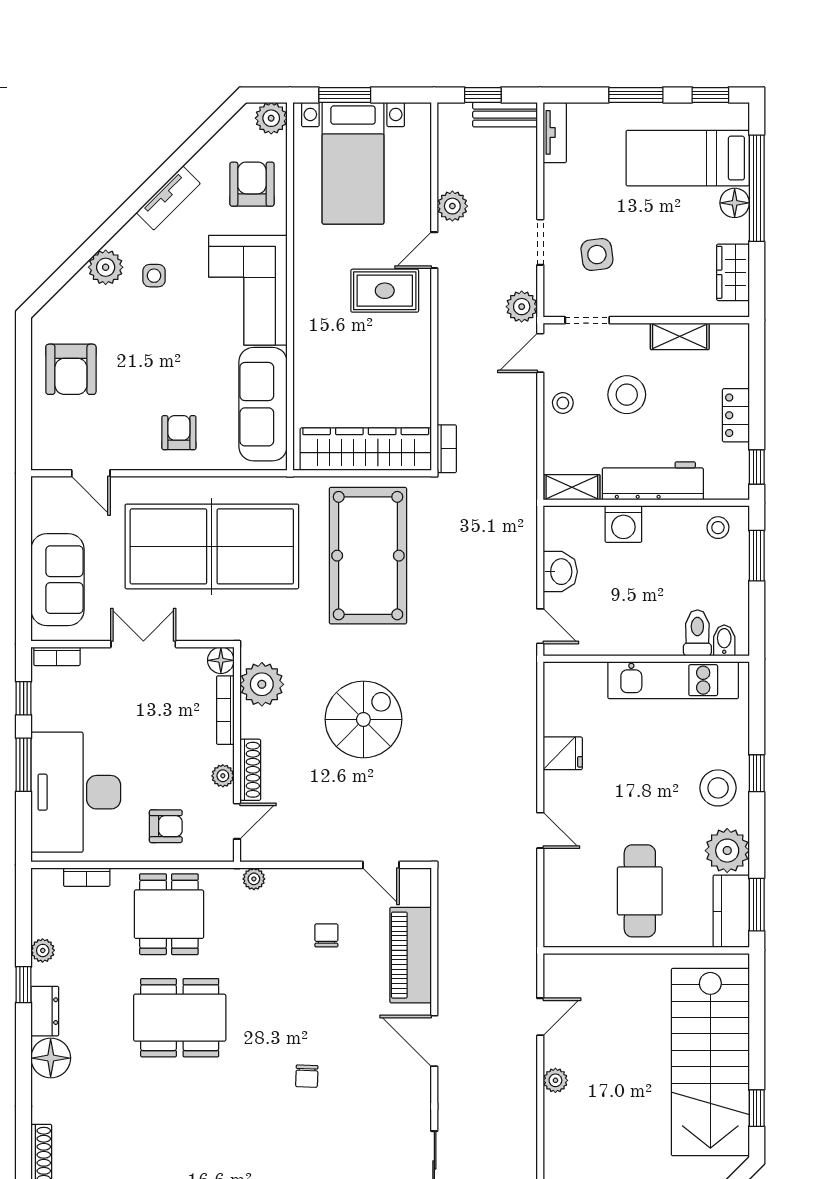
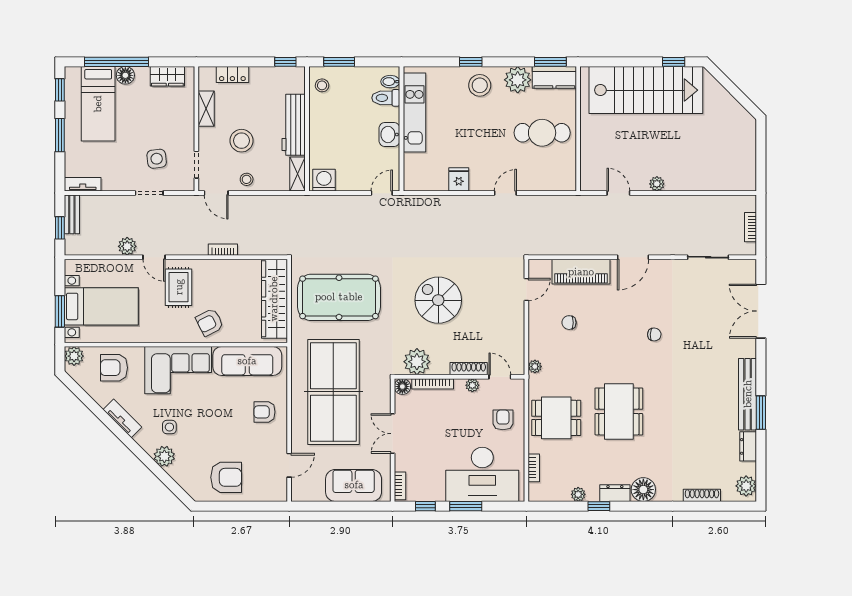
plant: (522, 307) -> (188, 204), removed
armchair: (327, 342) -> (210, 322), added
locker: (736, 415) -> (232, 75), moved
bookcase: (447, 449) -> (223, 250), moved
washing machine: (623, 524) -> (324, 180), moved, turned -90
washbasin: (560, 572) -> (389, 135), moved, turned -90

